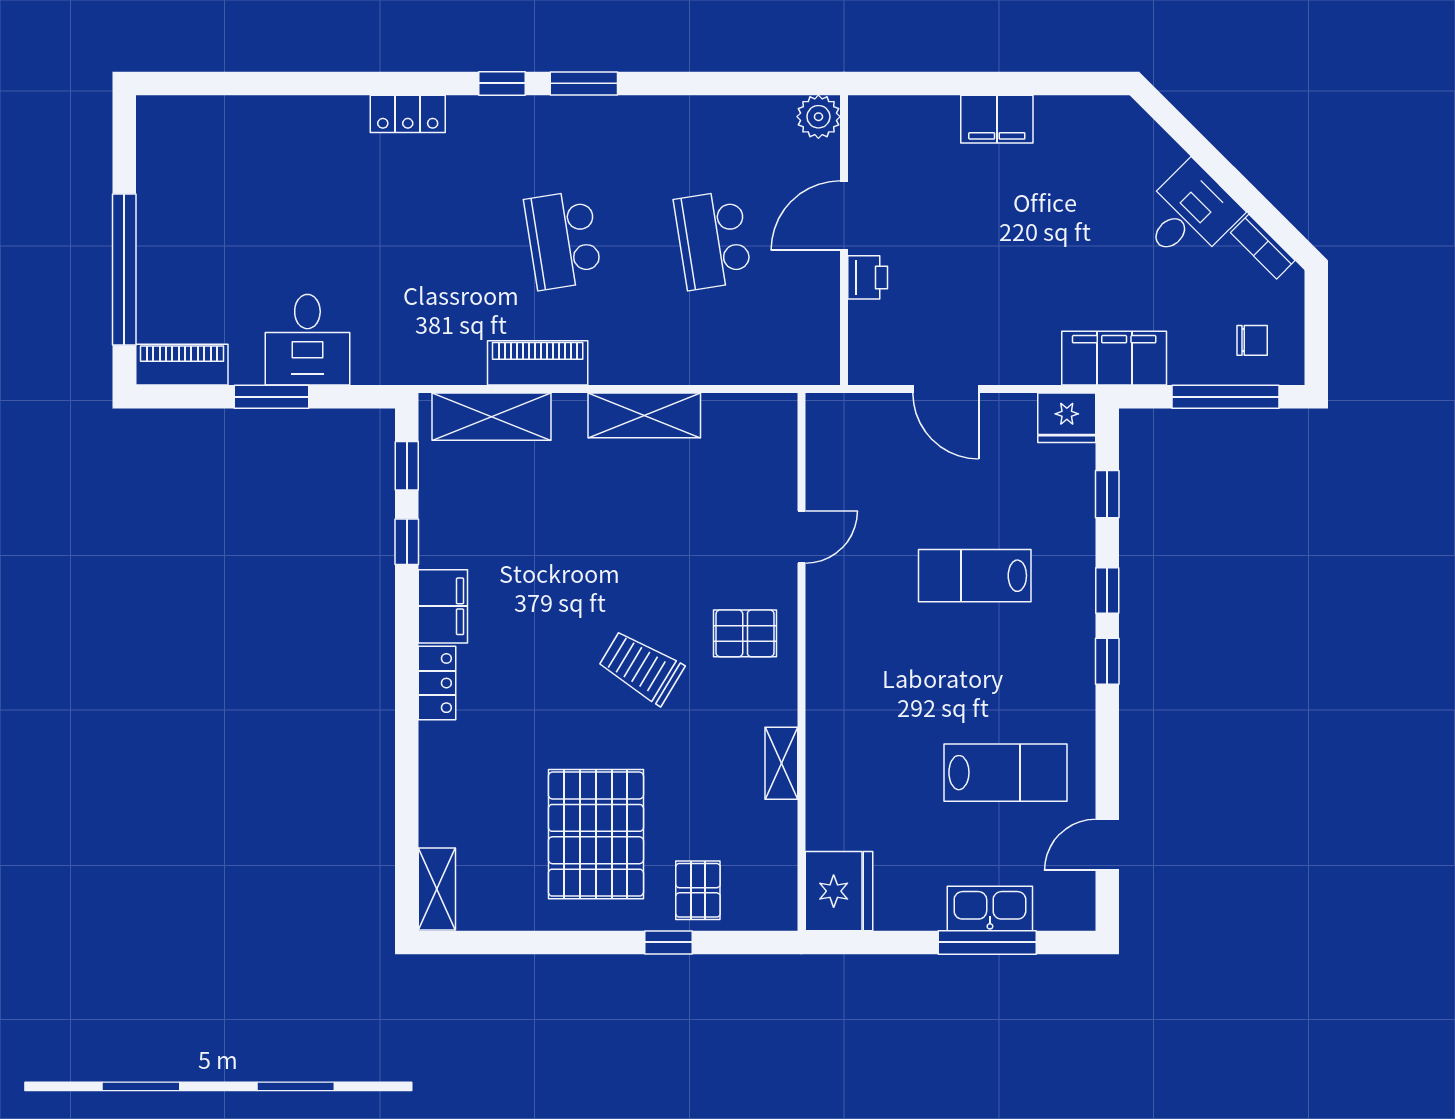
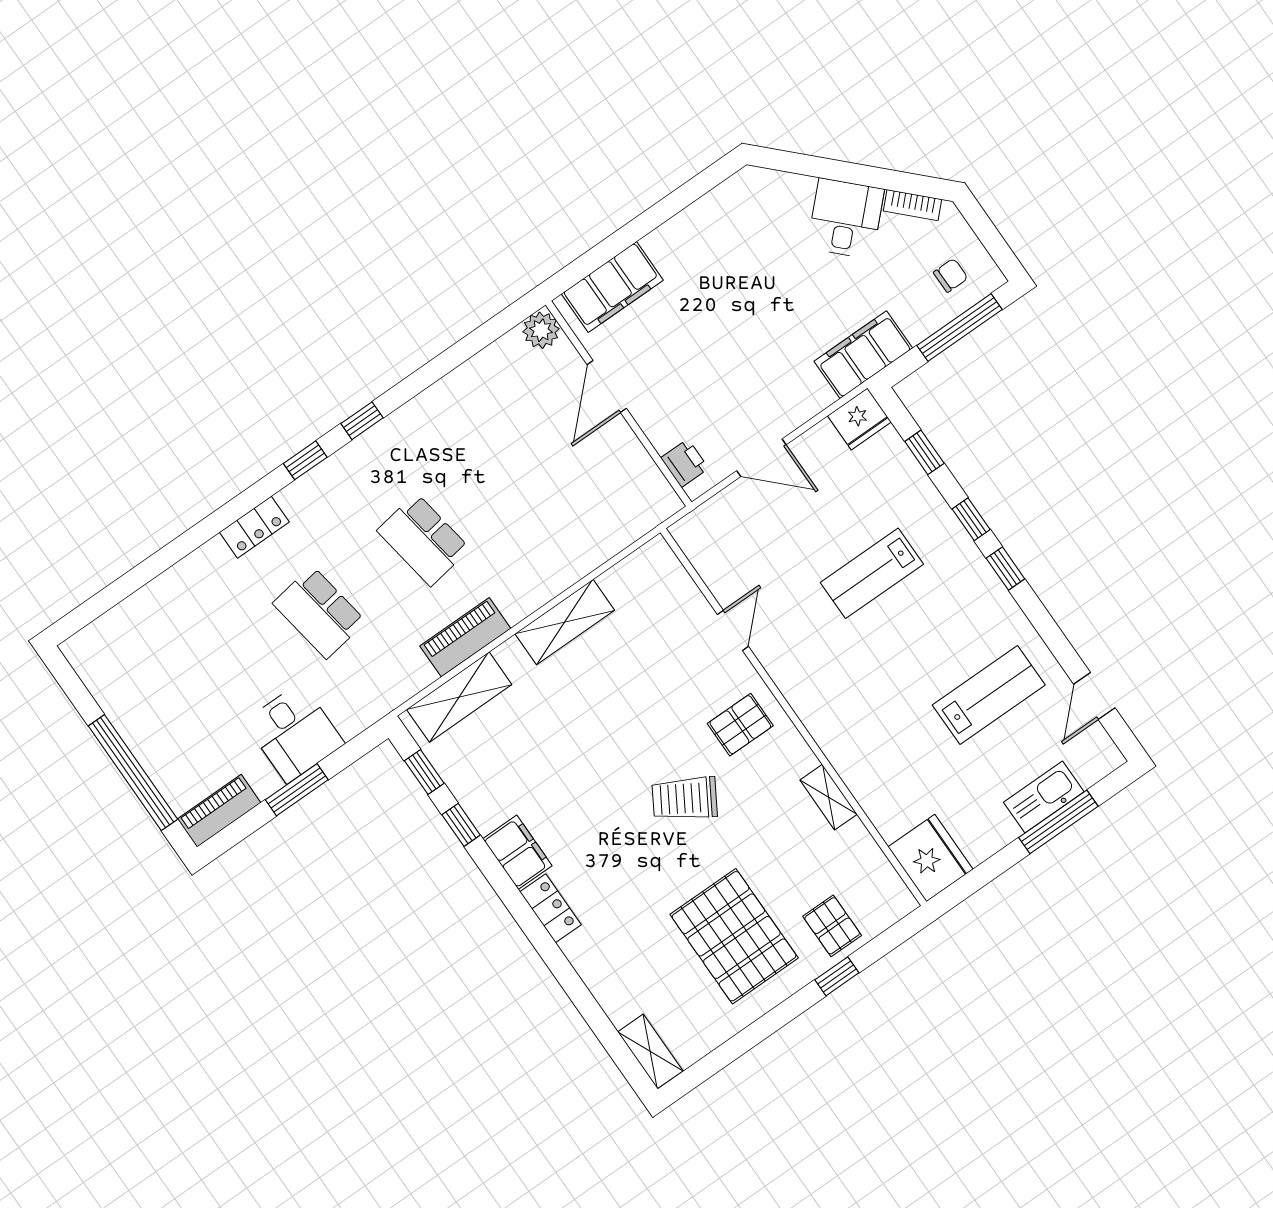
window: (584, 83) -> (362, 421), width x0.67
filing cabinet: (997, 119) -> (612, 287), moved, width x1.50, depth x1.17
school desk: (713, 240) -> (319, 612), moved
printer: (868, 277) -> (685, 463), moved

